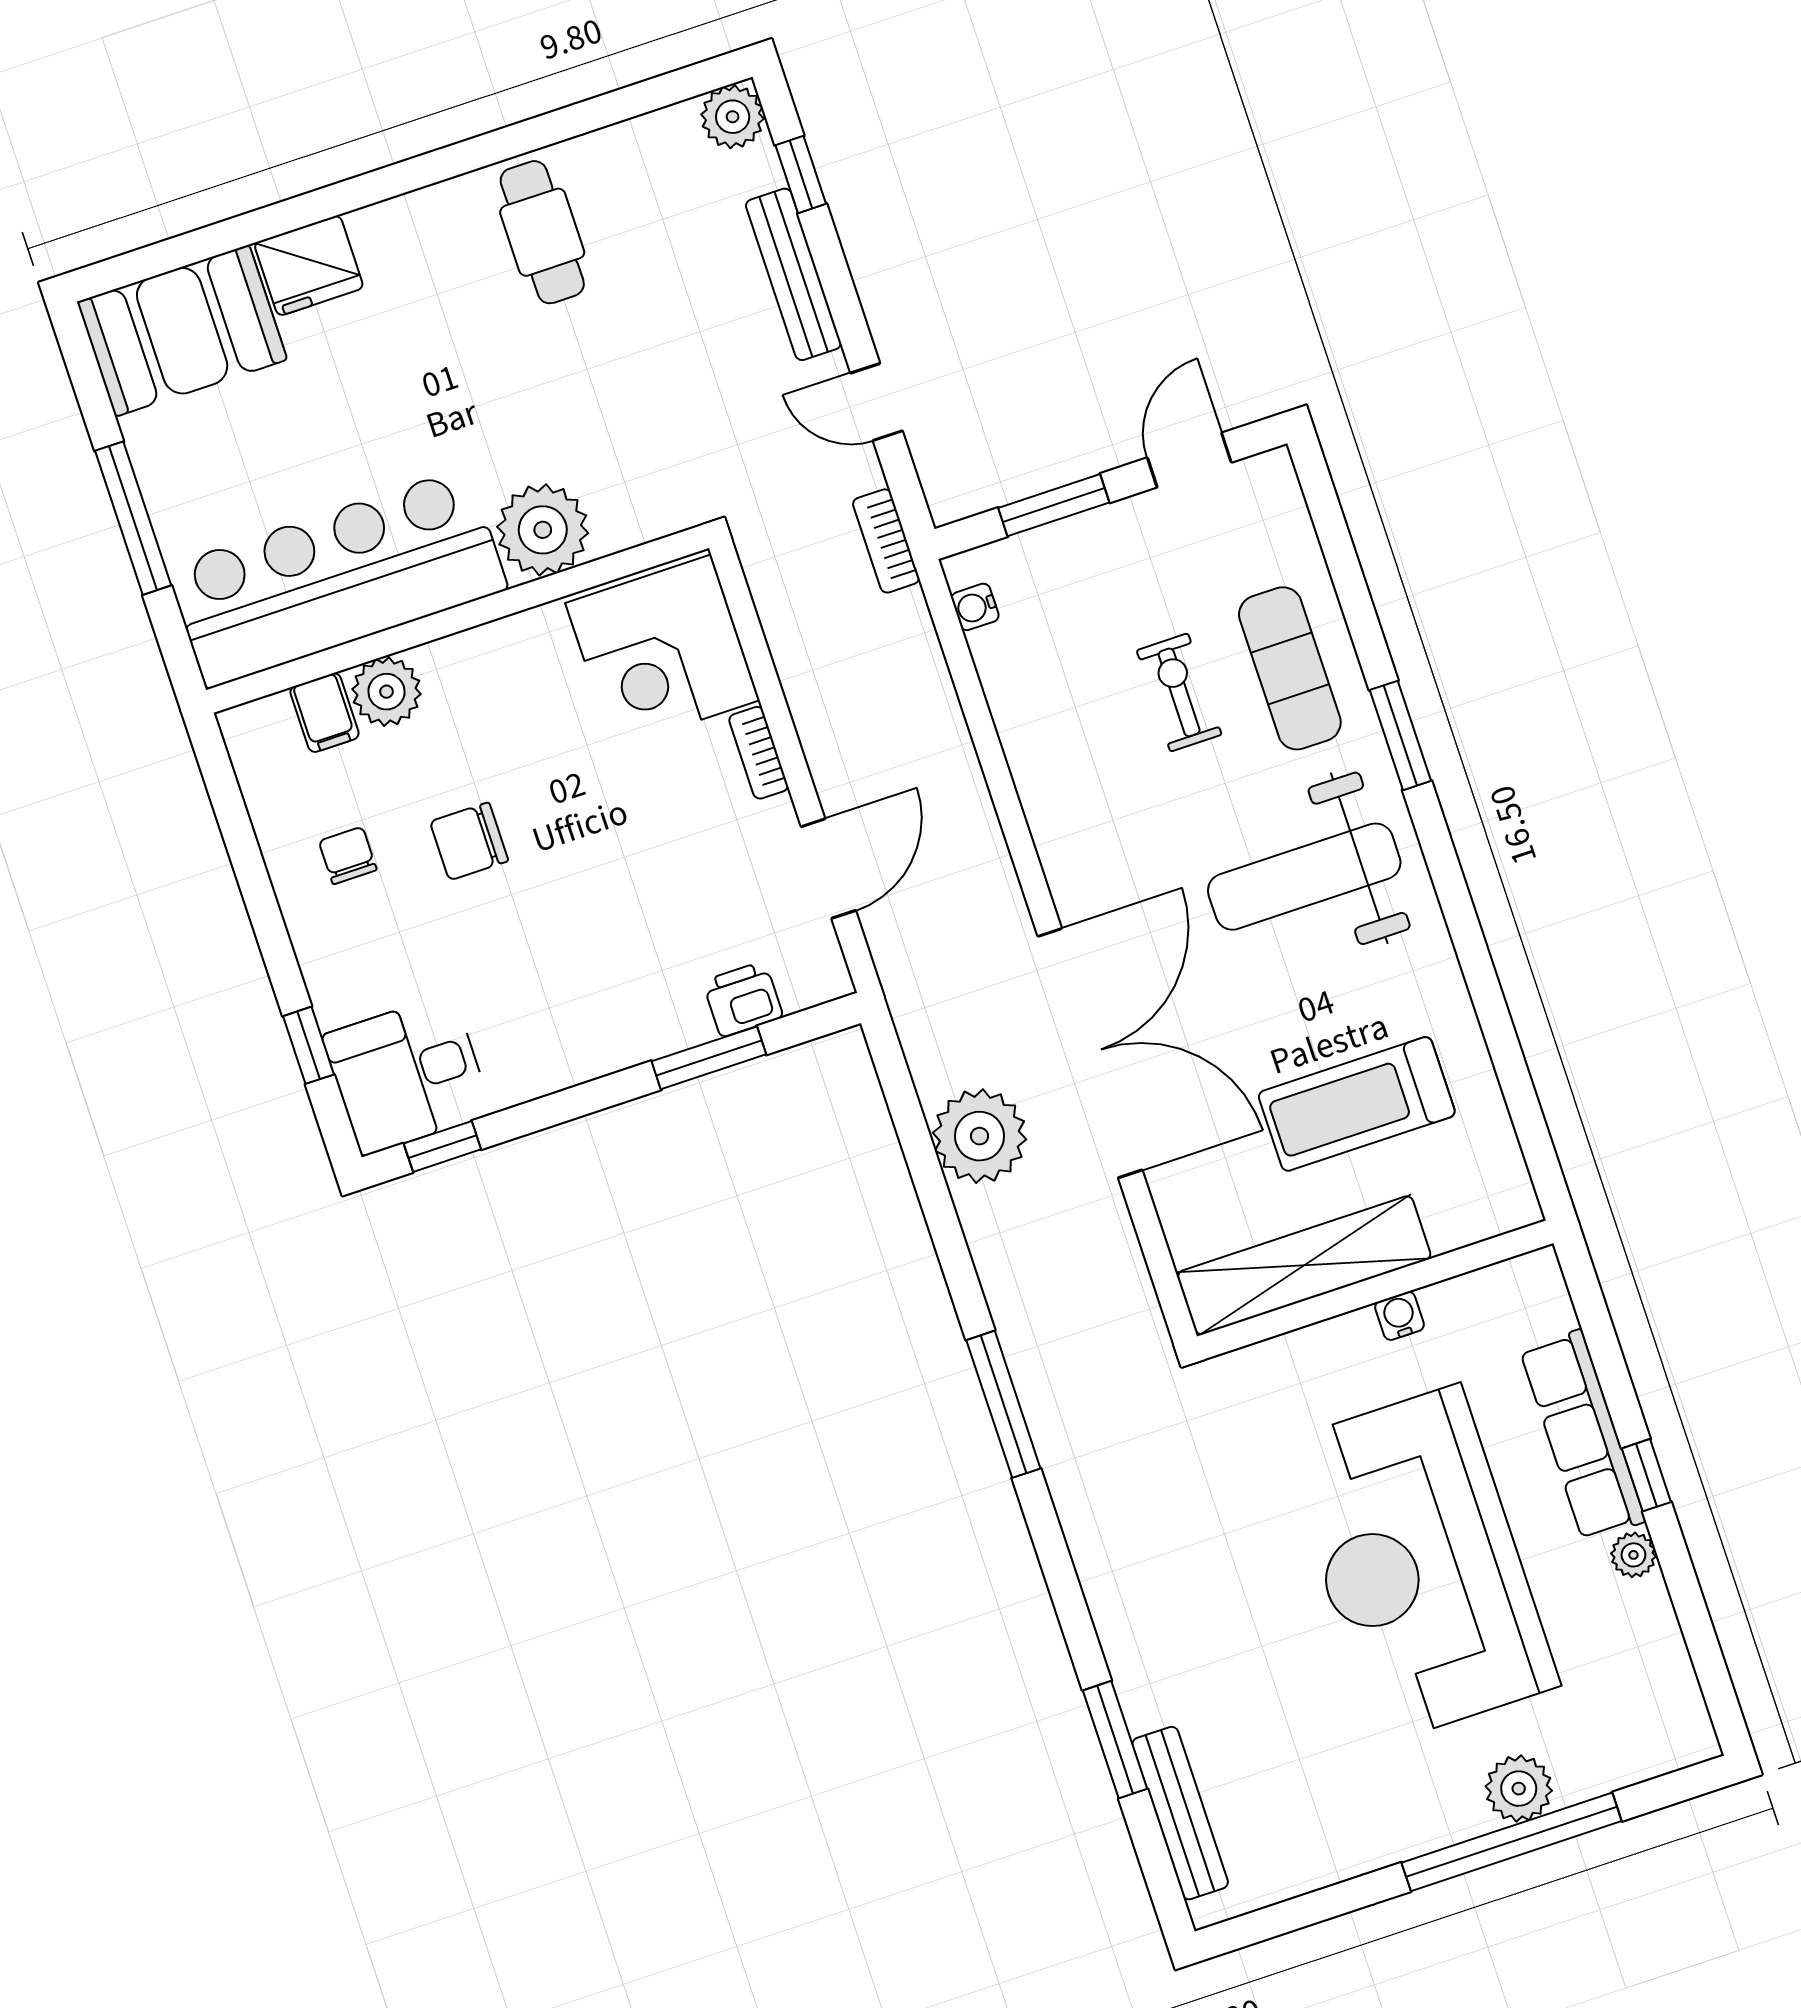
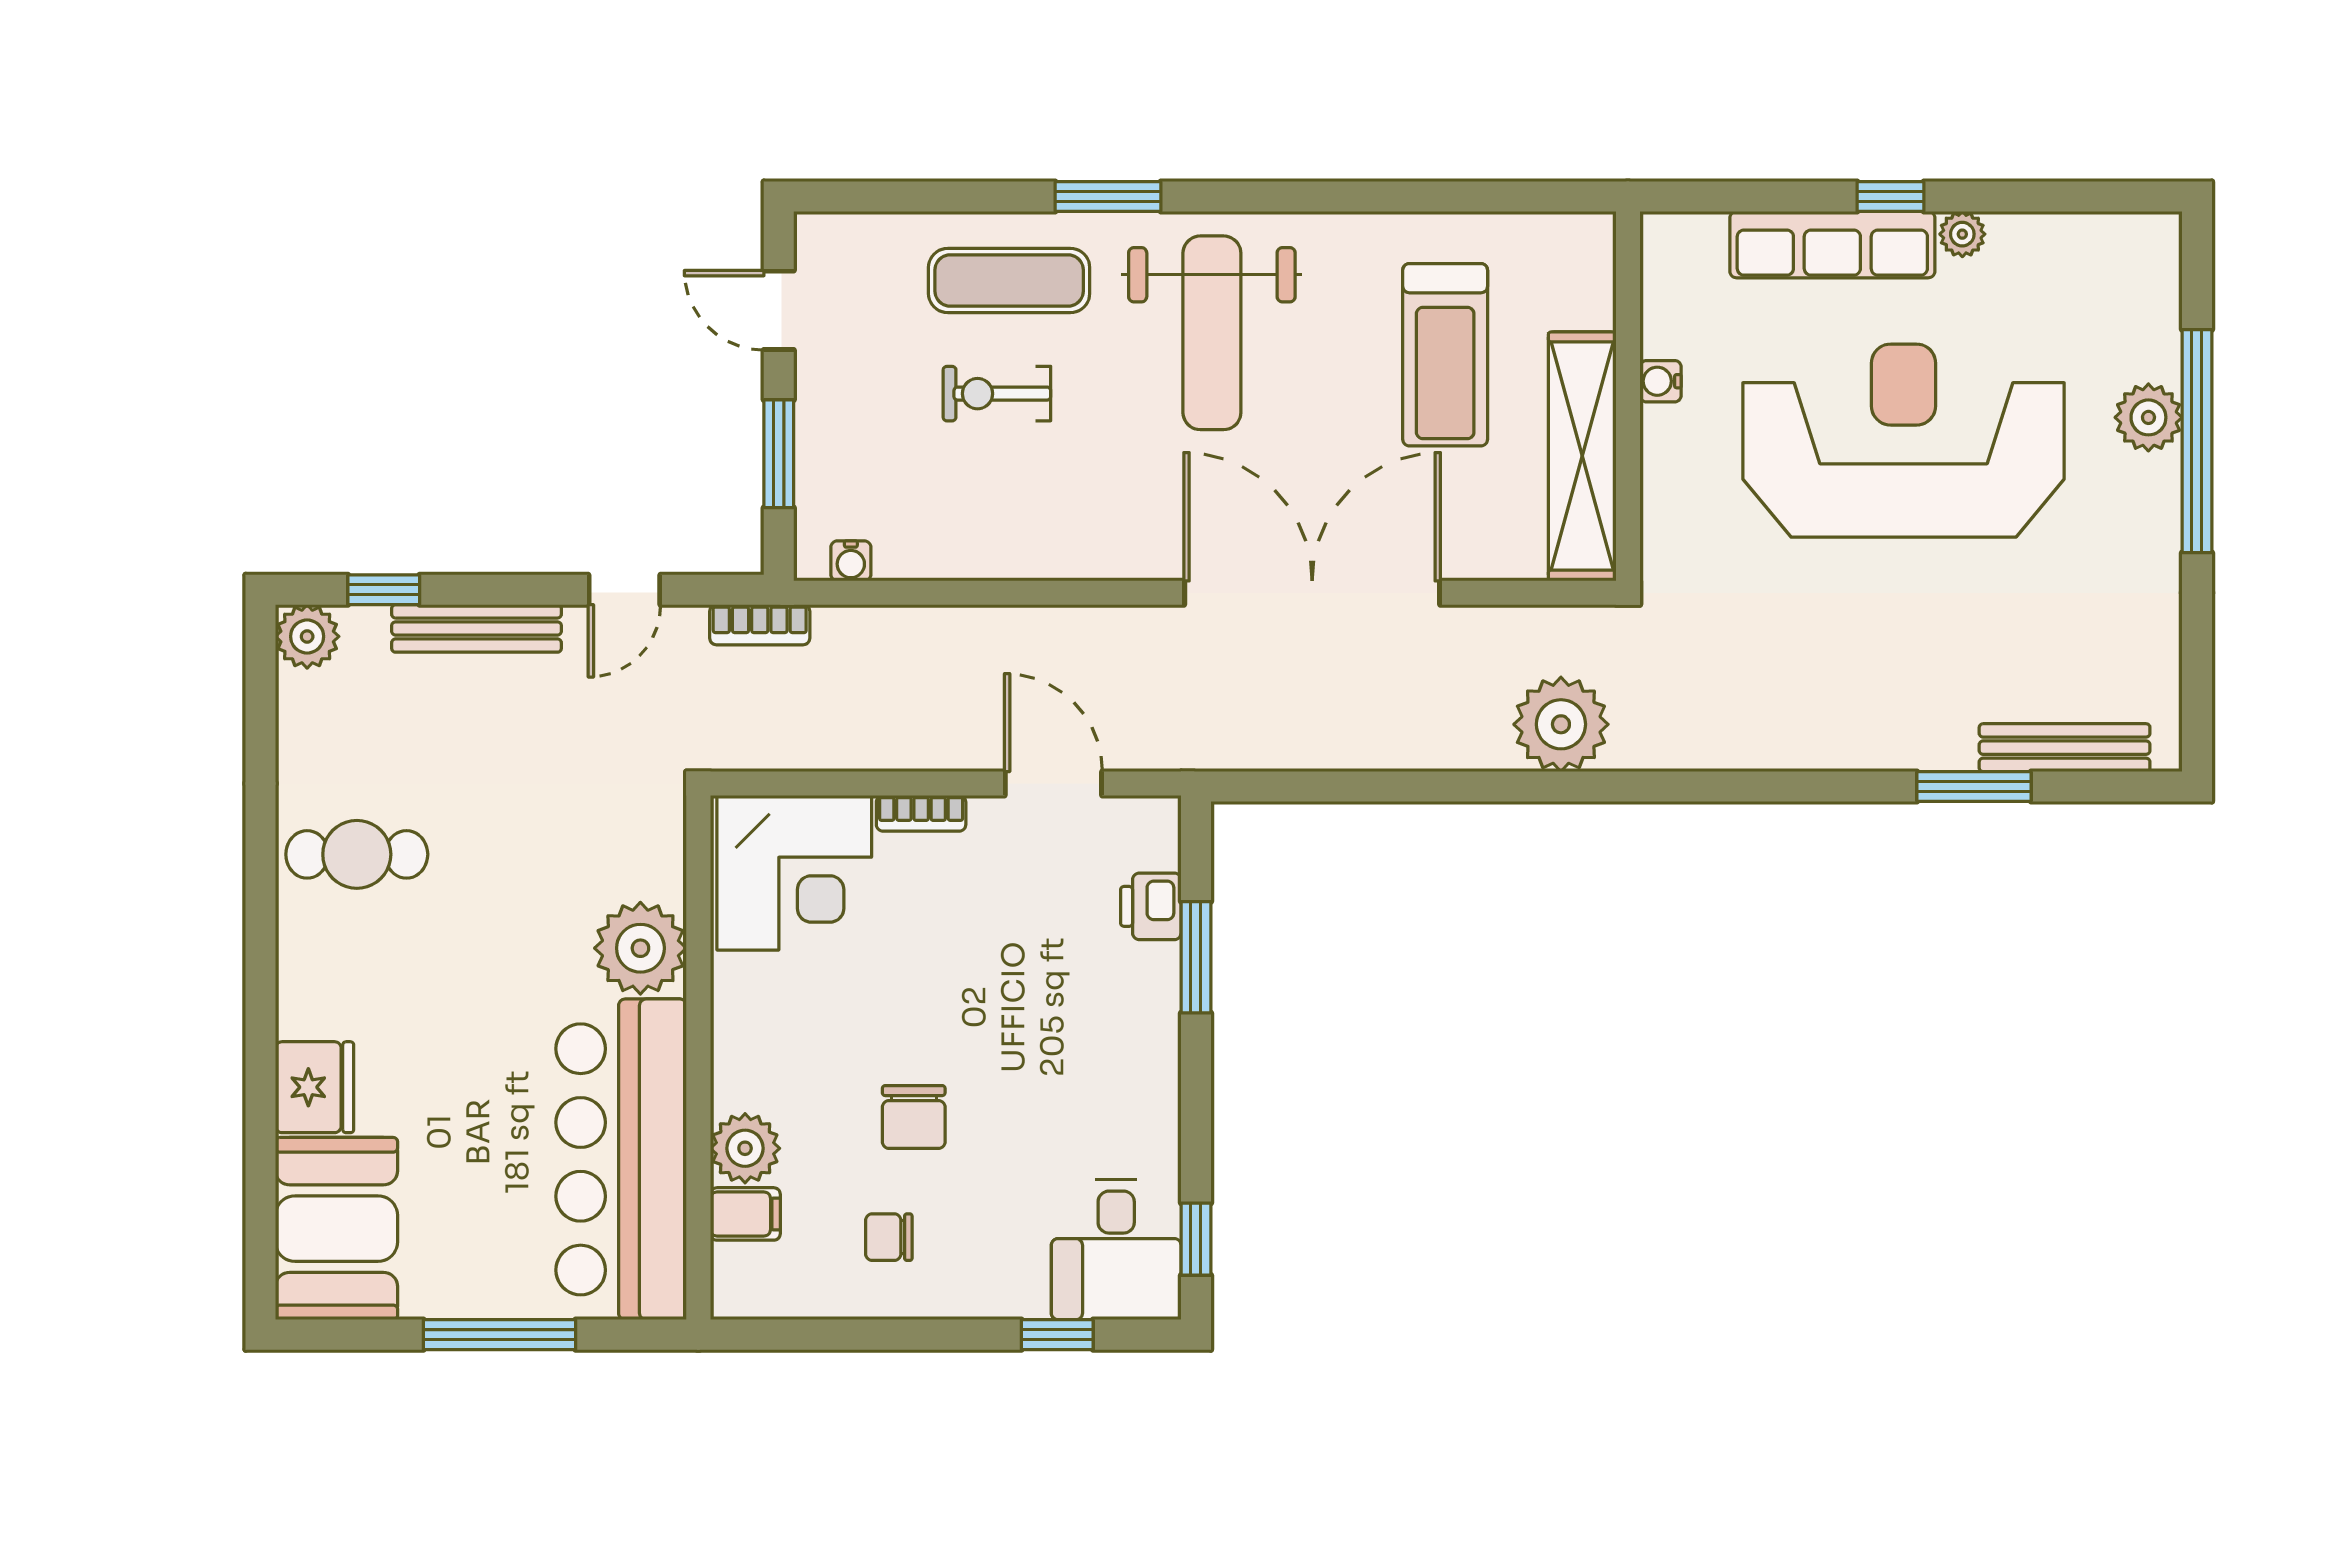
plant: (979, 1136) -> (1561, 724), moved
window: (1003, 1404) -> (1619, 786), removed
reception desk: (1420, 1564) -> (1904, 441), turned 180

